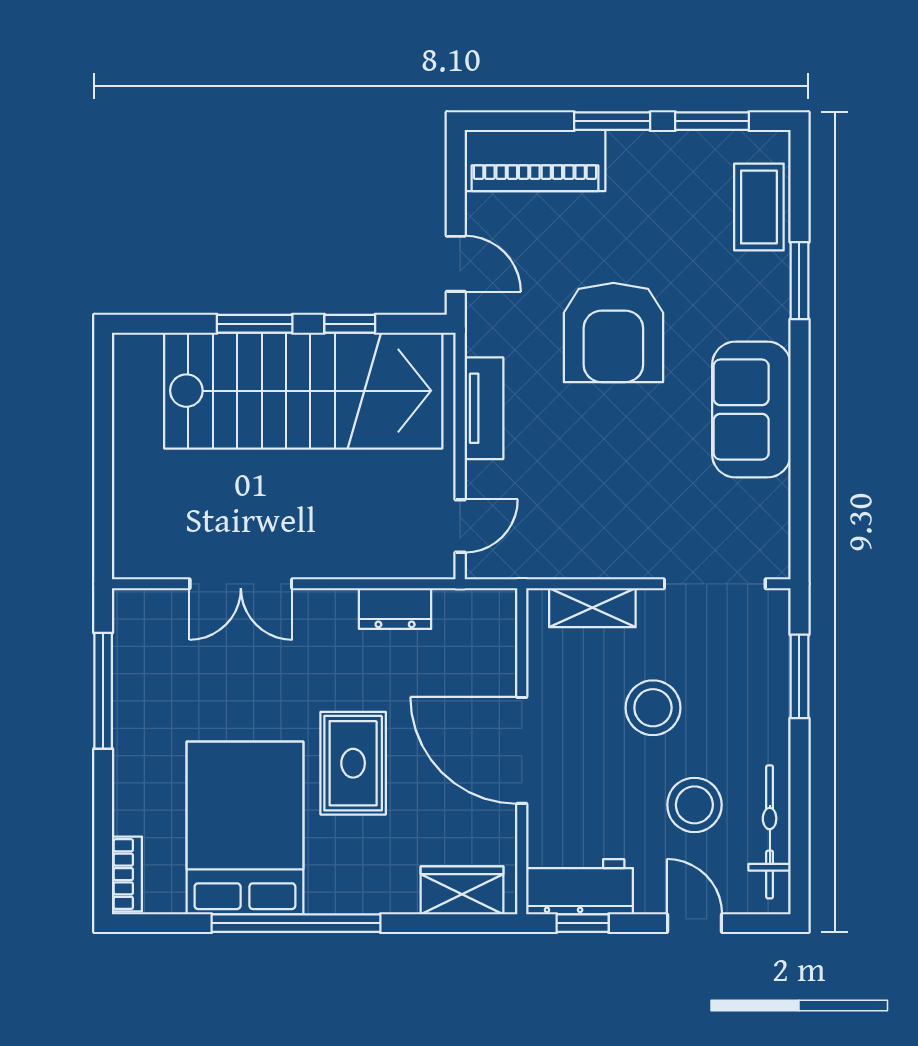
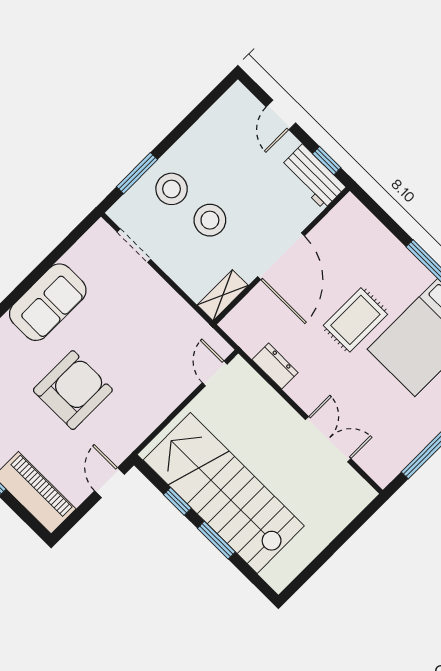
tv unit: (484, 408) -> (157, 412), removed
door: (460, 526) -> (215, 373), hinge flipped
doorway: (715, 584) -> (134, 246), width x0.73
shelving: (592, 608) -> (223, 295), moved, turned 90
stool: (694, 805) -> (172, 189), moved
bicycle: (770, 832) -> (213, 122), removed
wardrobe: (462, 890) -> (363, 223), removed

